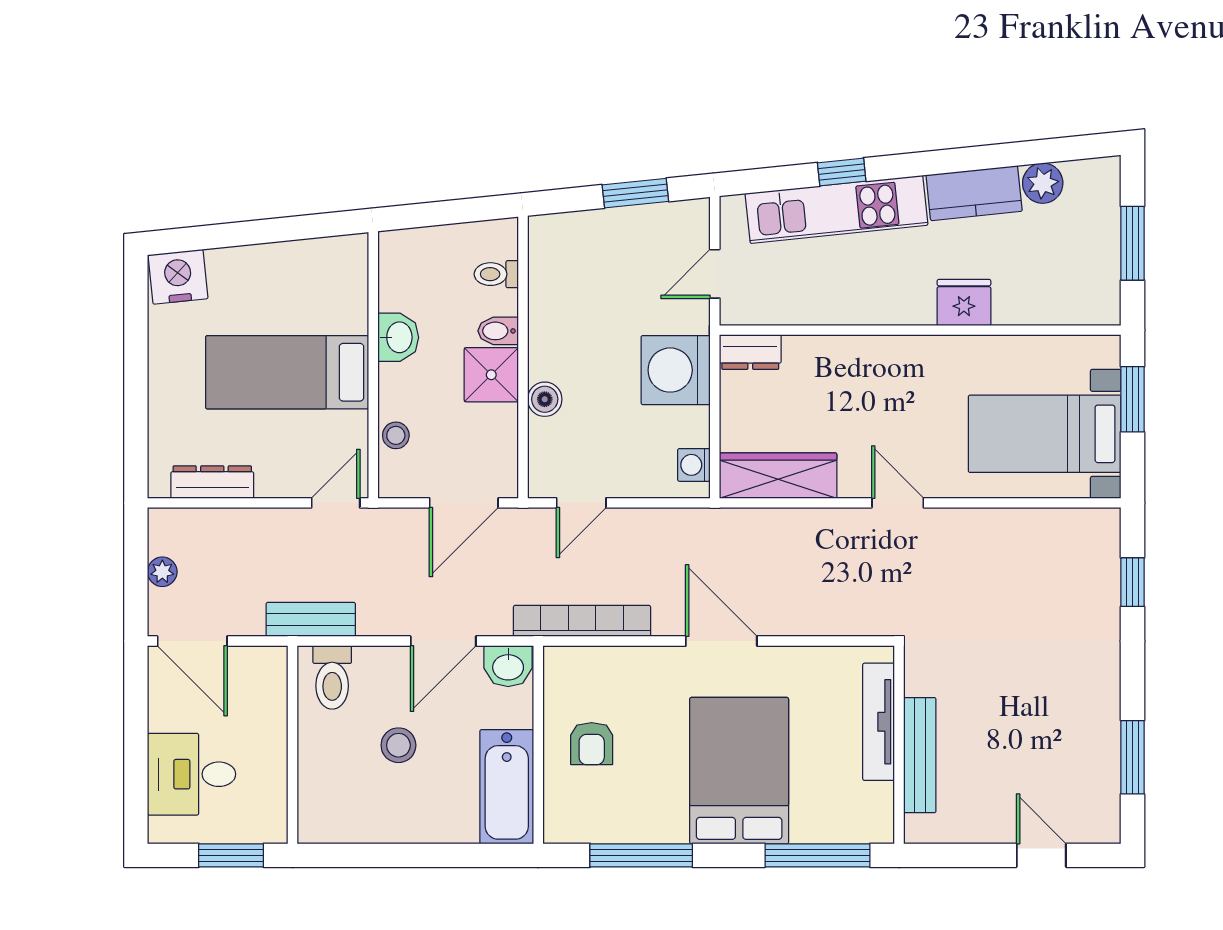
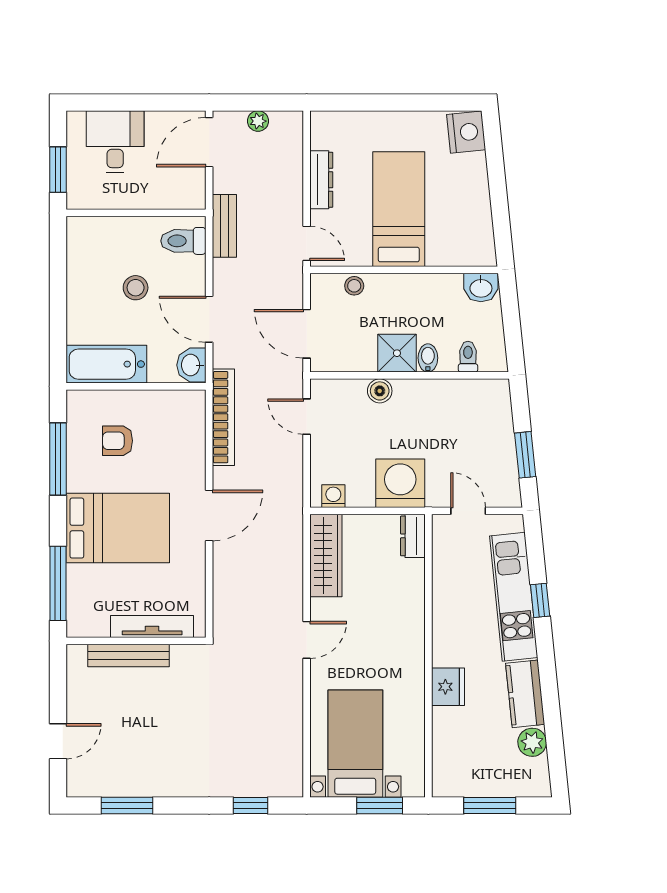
washbasin: (398, 337) -> (481, 287), moved
dresser: (212, 482) -> (321, 180), moved
armchair: (592, 744) -> (118, 441), moved

